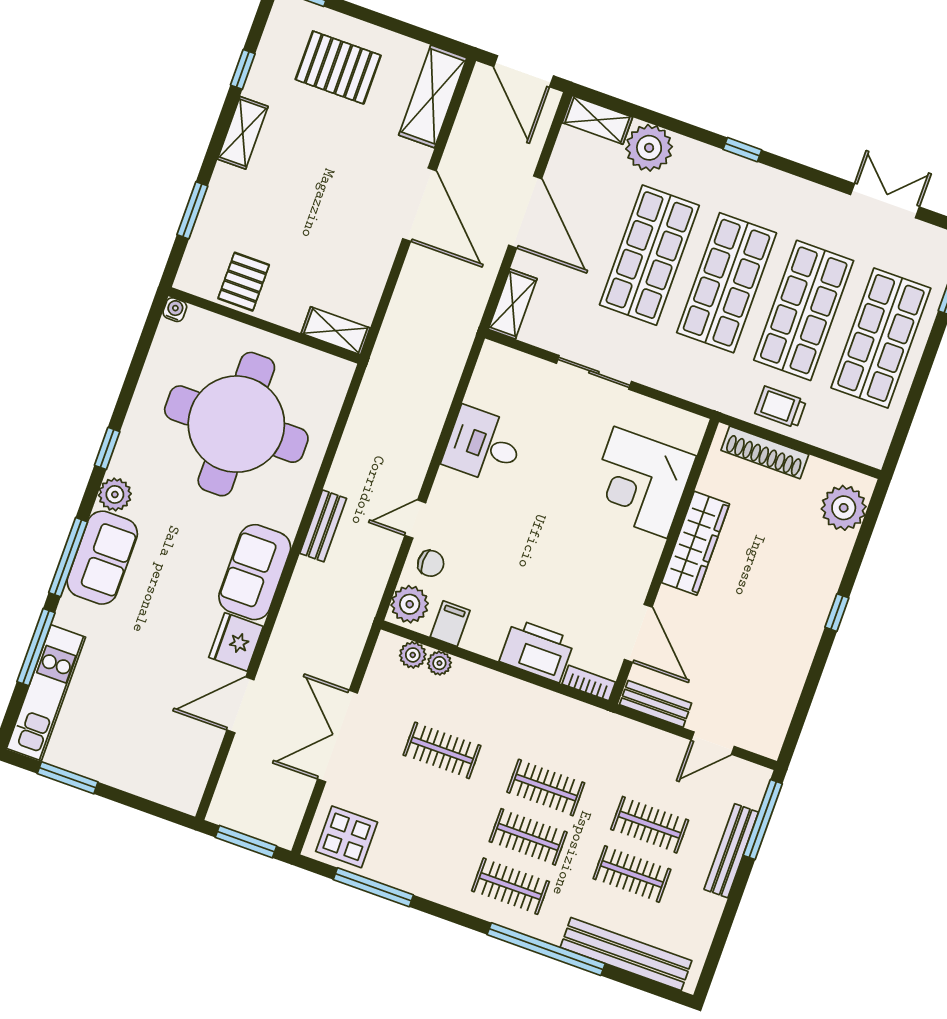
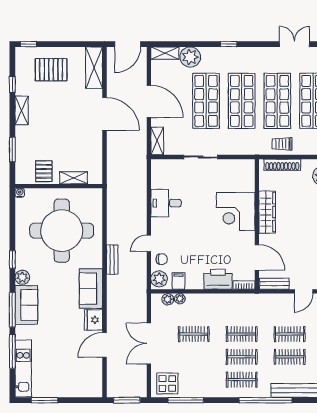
door: (524, 71) -> (128, 44), hinge flipped
shelving: (336, 331) -> (74, 178), moved
corner desk: (641, 482) -> (236, 211), moved

